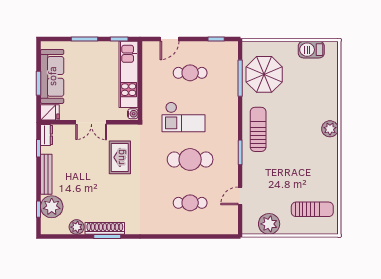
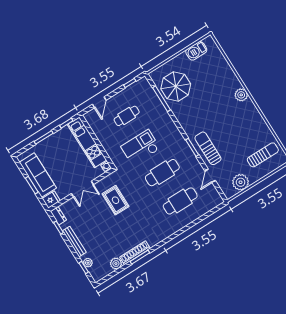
checkout: (184, 117) -> (141, 147), turned 180
sun lounger: (258, 129) -> (208, 148), moved
cafe table: (190, 203) -> (180, 201), width x1.37, depth x1.35
plant: (52, 207) -> (88, 263), width x0.53, depth x0.53

